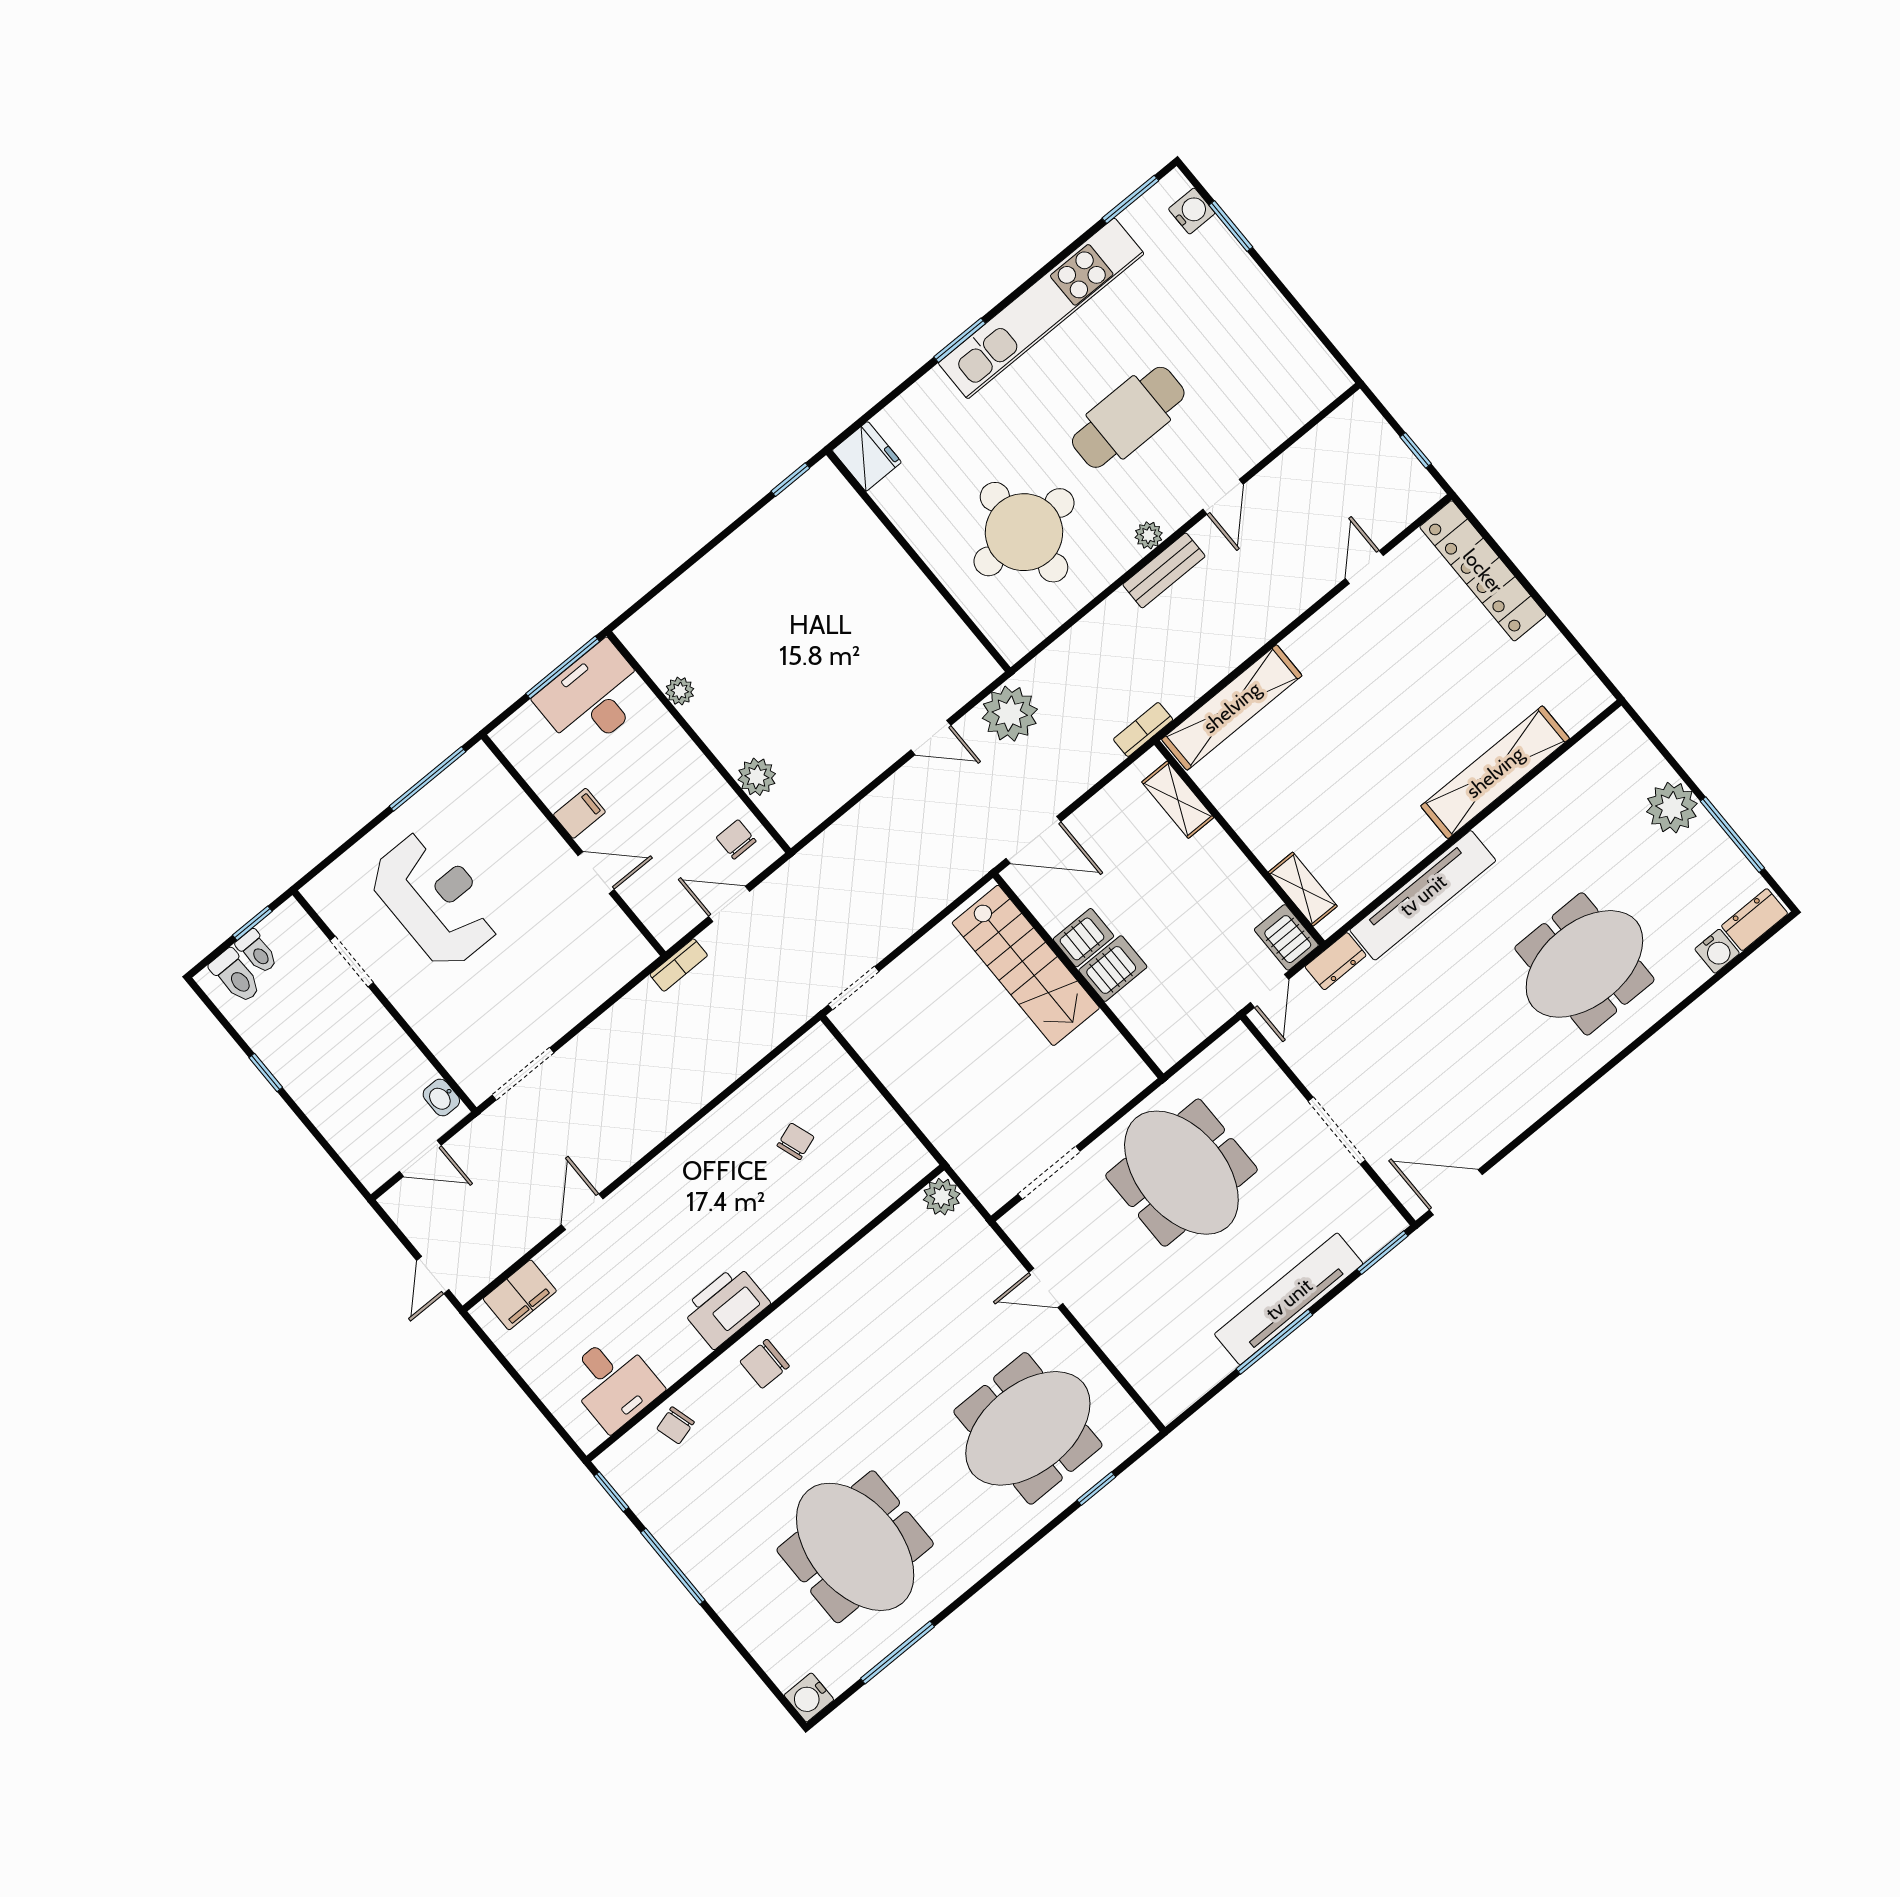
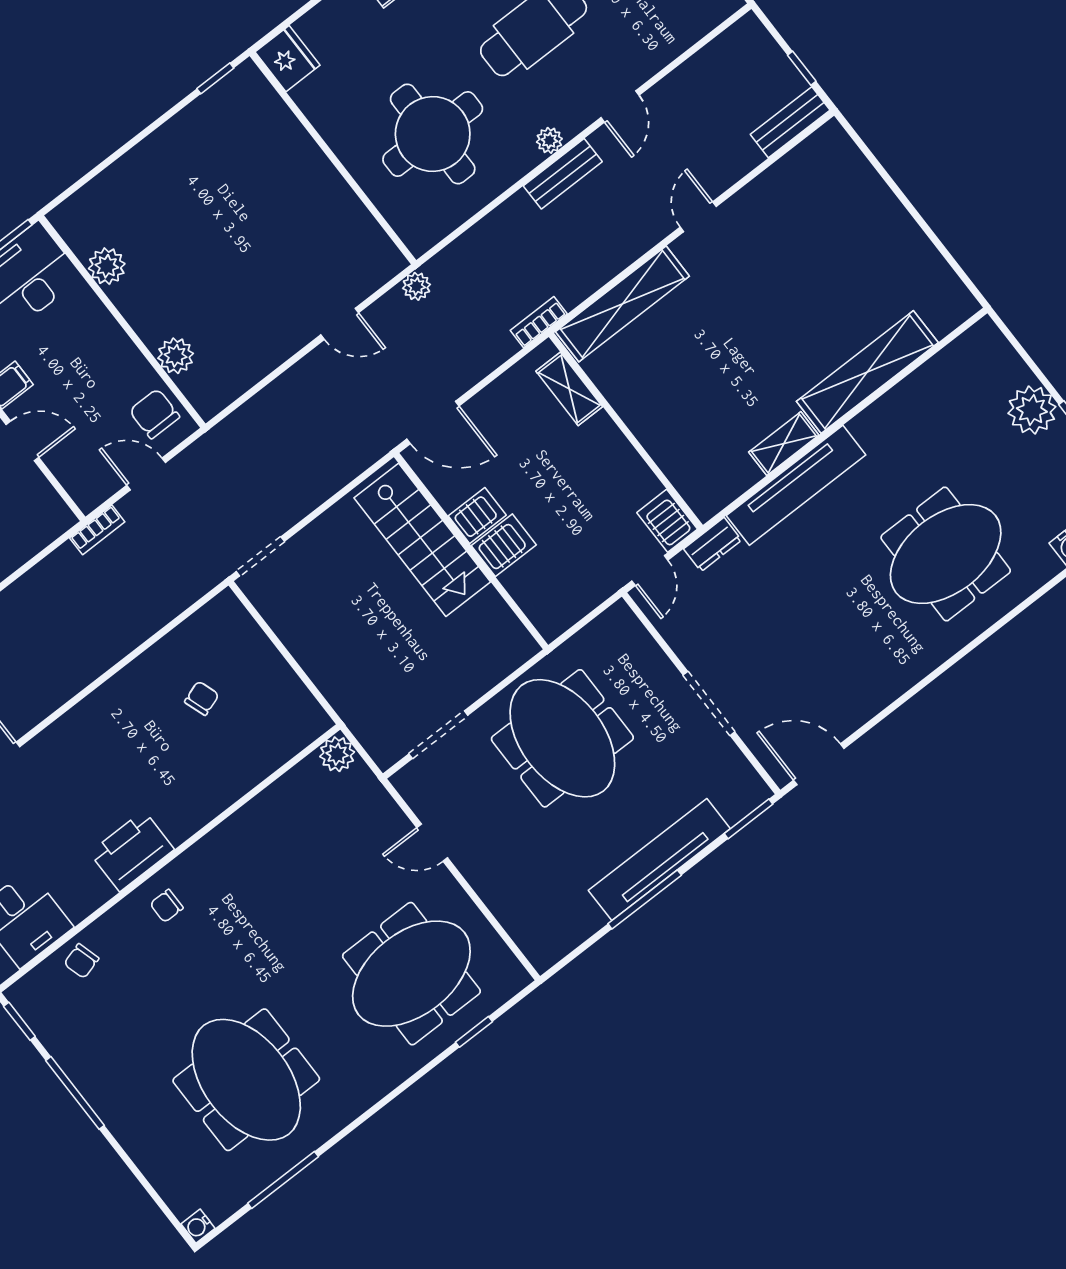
bench: (1405, 508) -> (790, 122), added
door: (1364, 567) -> (698, 217), moved
locker: (1483, 571) -> (861, 183), removed
plant: (680, 691) -> (107, 266), width x1.38, depth x1.38
plant: (1010, 714) -> (416, 286), width x0.53, depth x0.53
chair: (736, 839) -> (154, 414), width x1.37, depth x1.37
shelving: (1303, 889) -> (784, 444), moved, turned 90
chair: (765, 1364) -> (167, 906), width x0.73, depth x0.73
water cooler: (809, 1697) -> (198, 1226), width x0.72, depth x0.72

